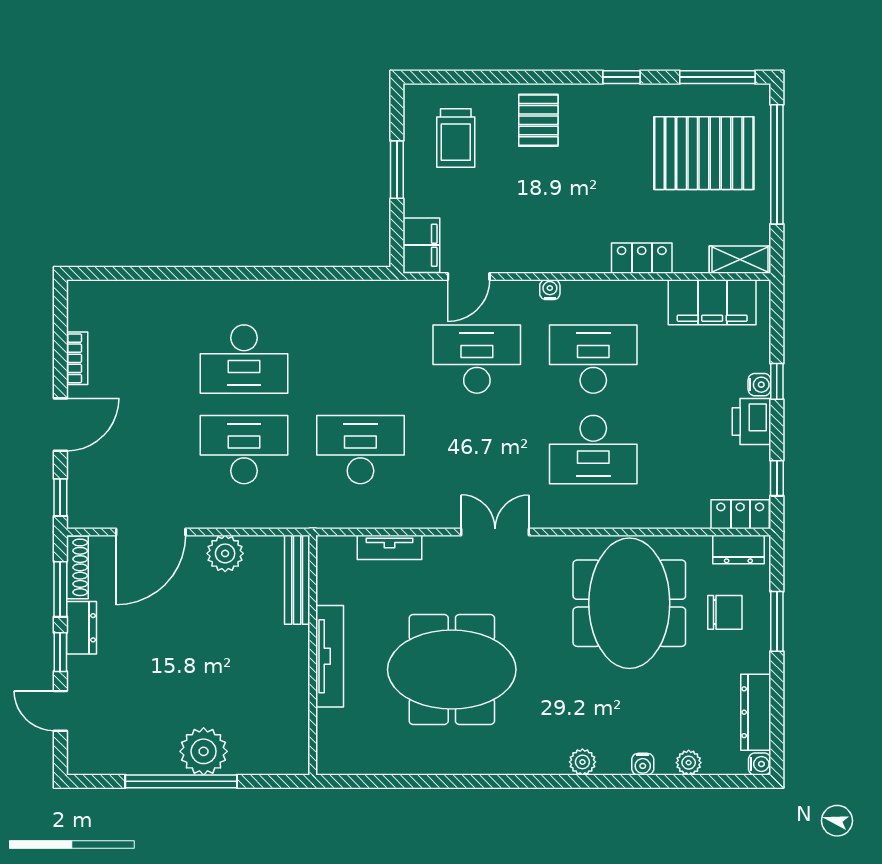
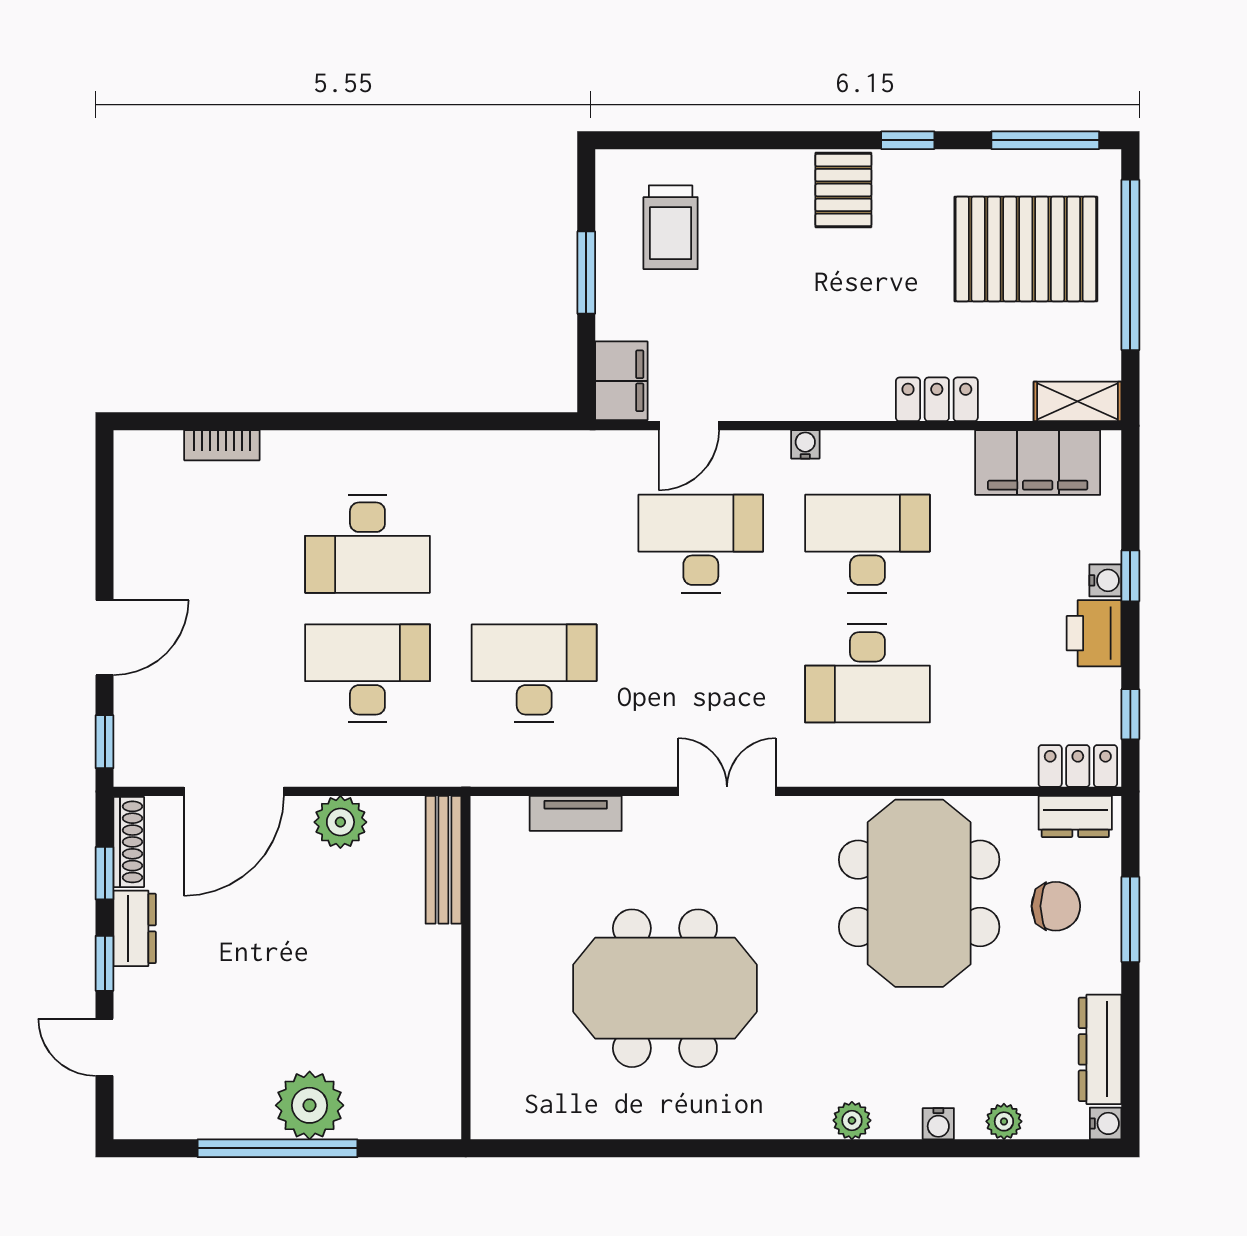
pallet: (538, 120) -> (843, 190), moved
bookcase: (77, 358) -> (222, 445), moved, turned 90
window: (60, 589) -> (105, 873), width x0.67
tv unit: (330, 656) -> (490, 969), removed

